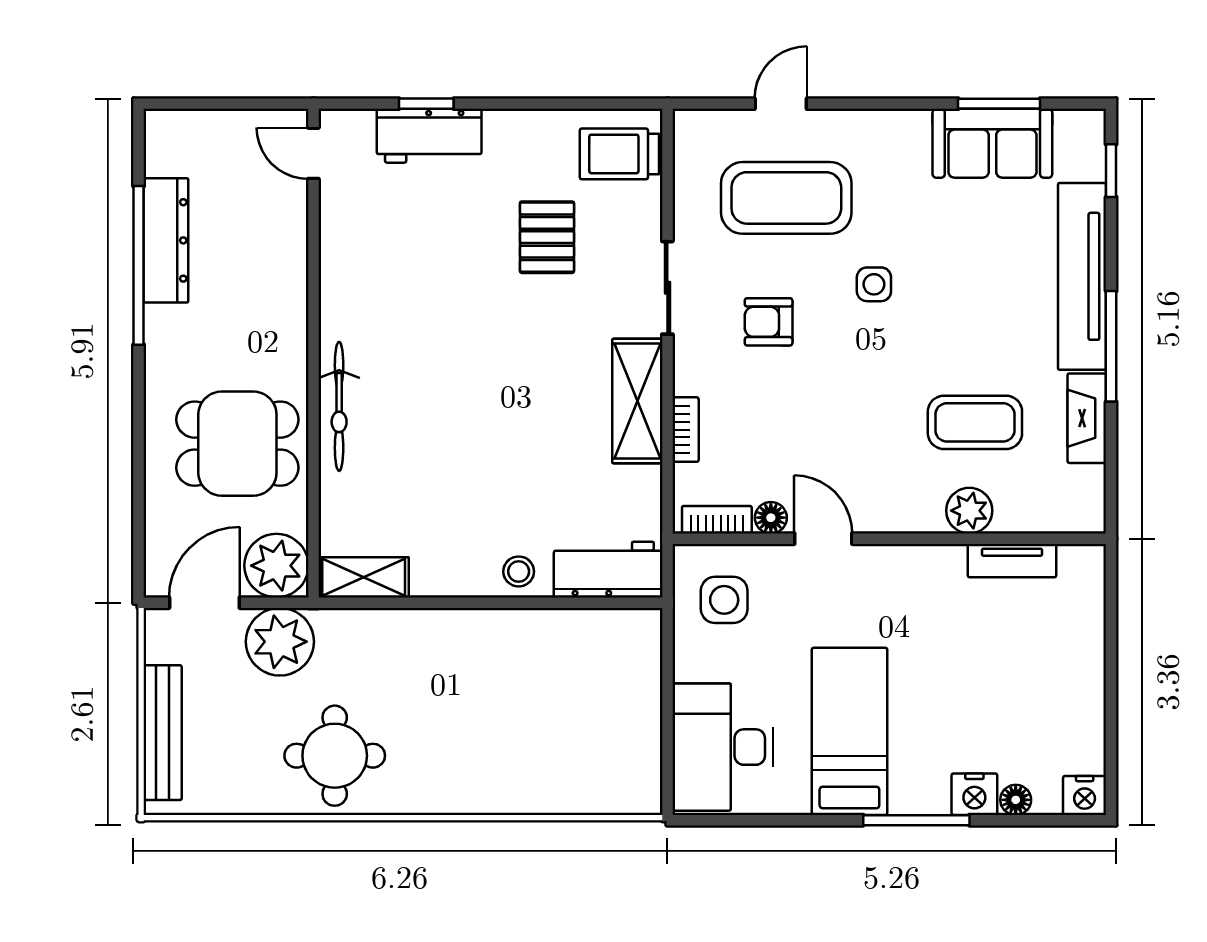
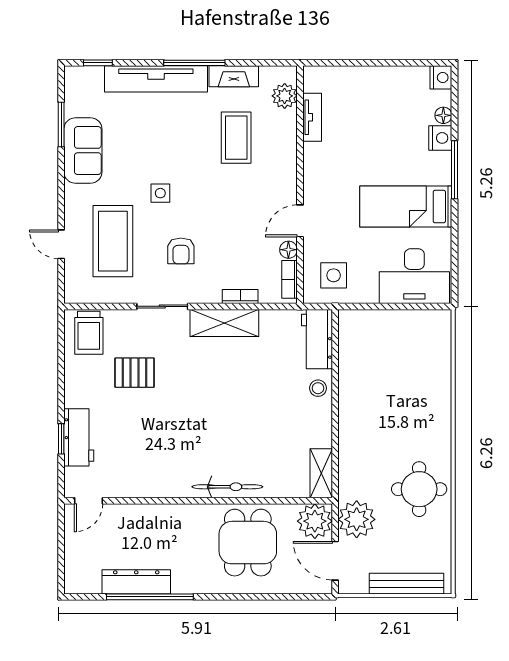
sofa: (992, 143) -> (83, 151), moved
plant: (969, 511) -> (285, 96), moved

